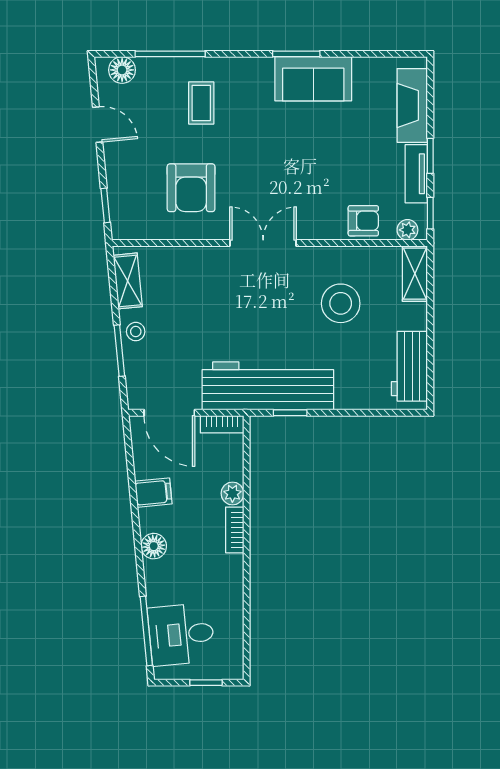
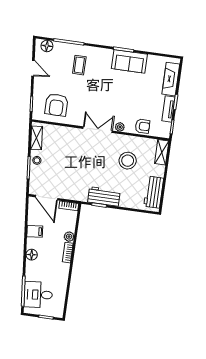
armchair: (191, 188) -> (56, 105), moved
plant: (407, 230) -> (120, 127), moved
workbench: (268, 386) -> (104, 196), width x0.53, depth x0.76

